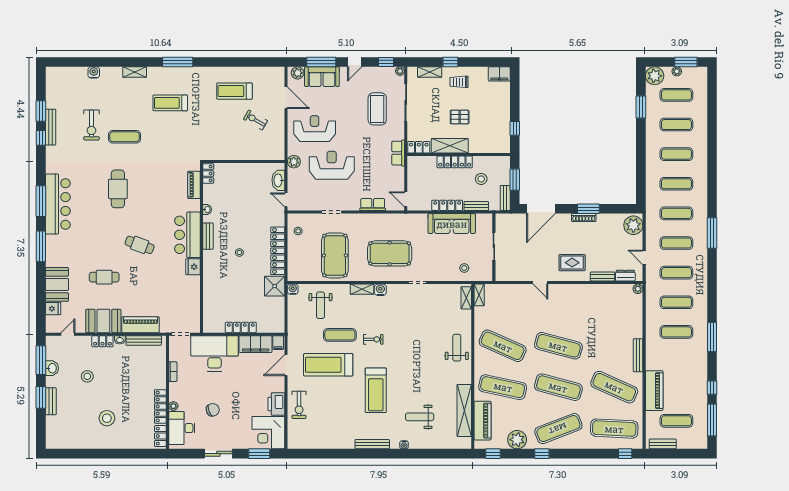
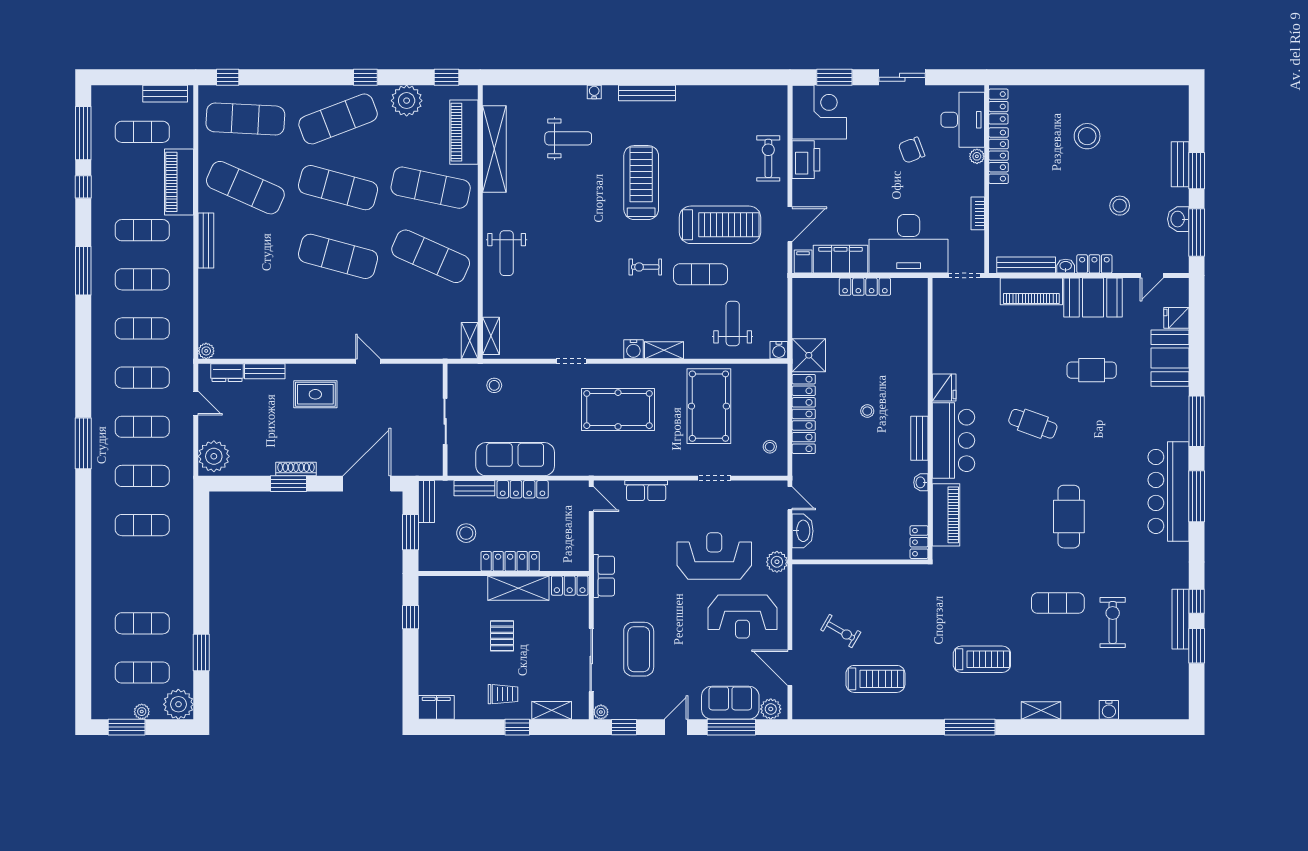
pallet: (460, 117) -> (502, 636), turned 90
exercise mat: (676, 154) -> (142, 230), moved
reception desk: (332, 165) -> (714, 556), turned 180
piano: (194, 185) -> (946, 515), width x1.37, depth x1.33

